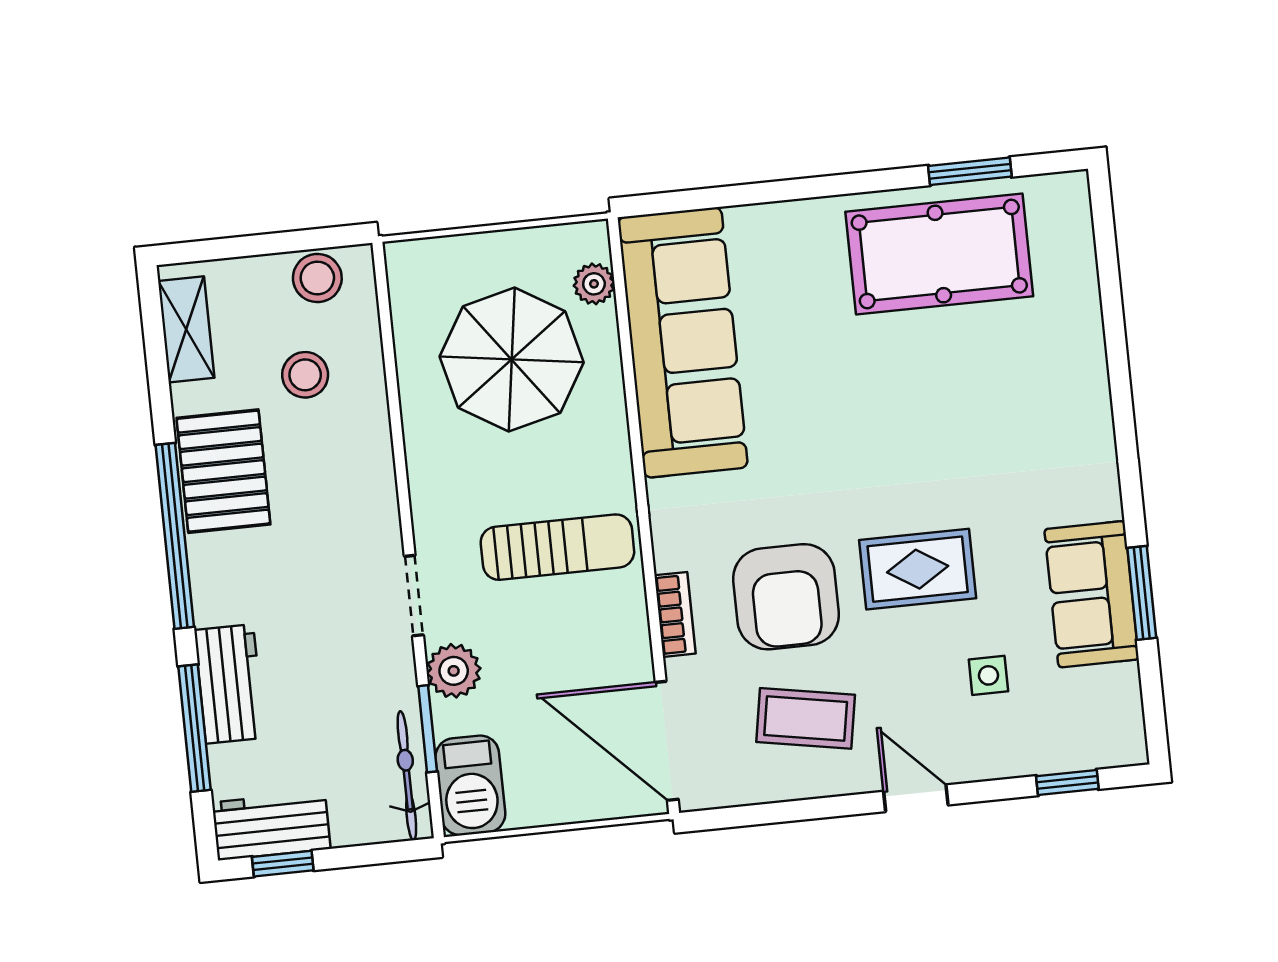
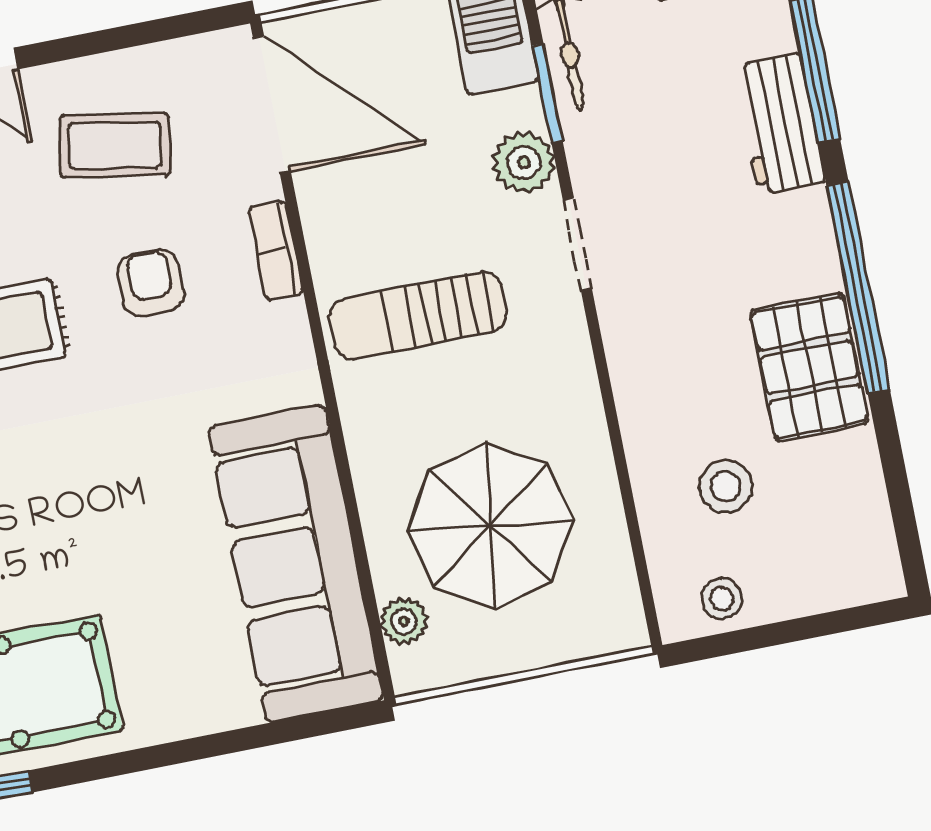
stool: (317, 278) -> (722, 599), width x0.73, depth x0.73
shelving: (186, 329) -> (867, 526), removed
armchair: (786, 597) -> (150, 283), width x0.53, depth x0.53

